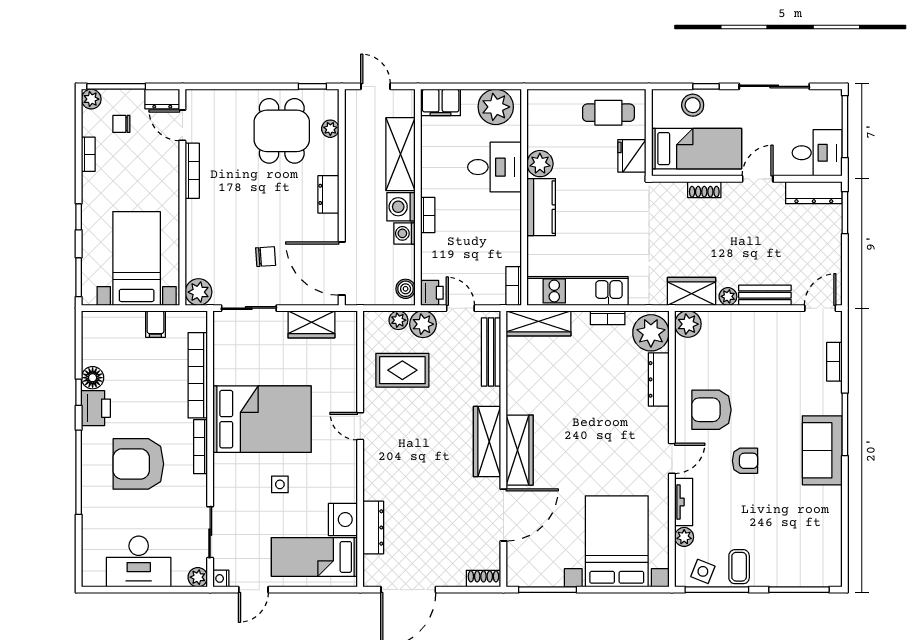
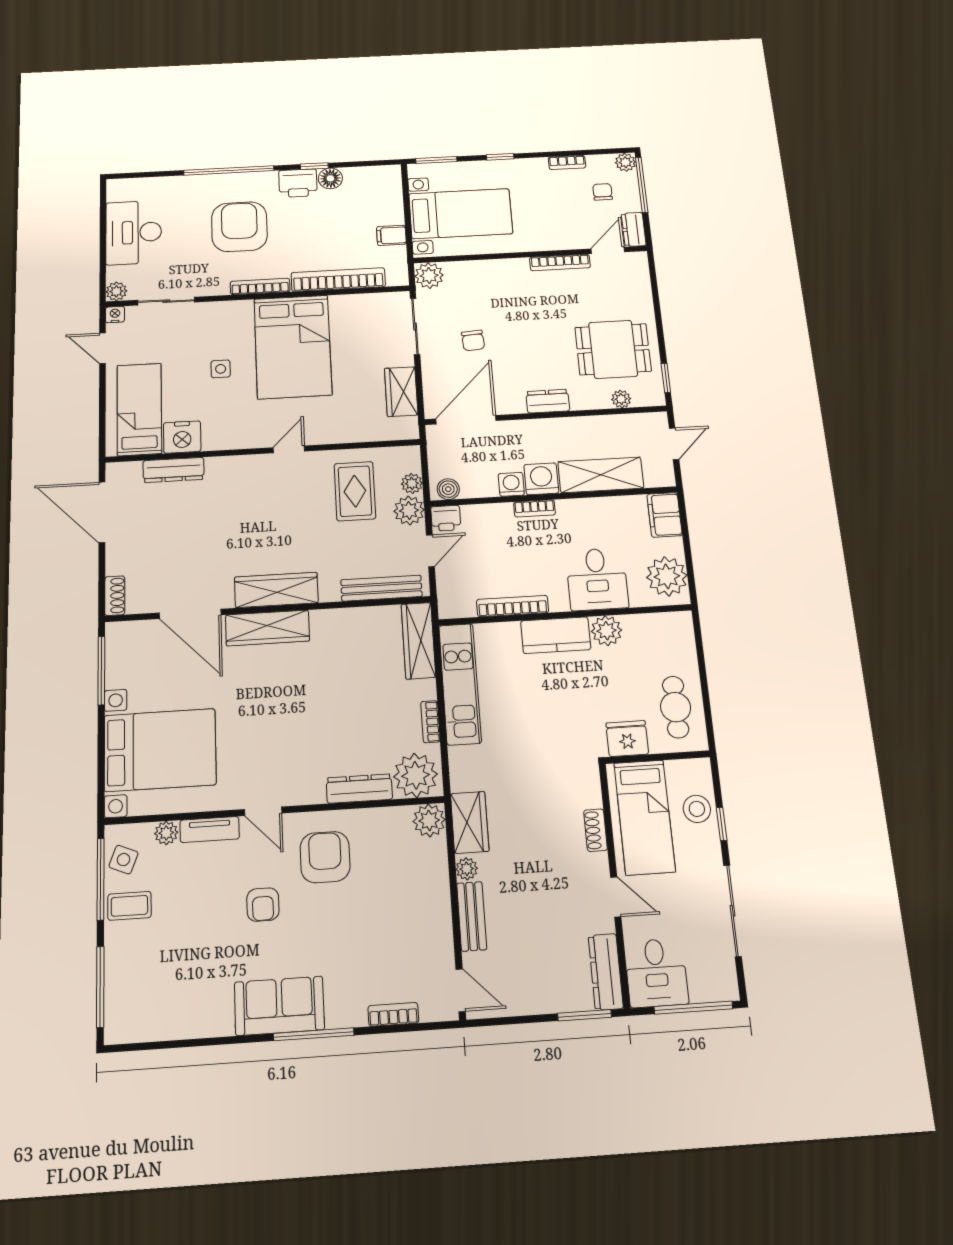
bookcase: (514, 286) -> (513, 606), moved, width x1.56

